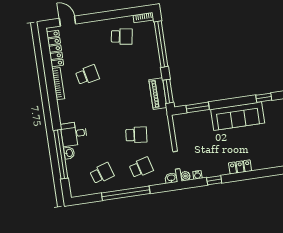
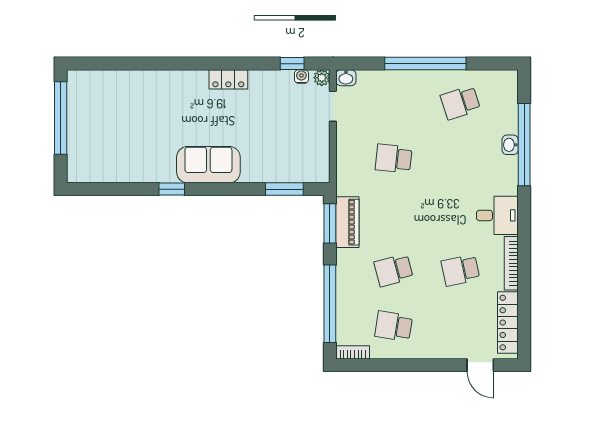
sofa: (238, 116) -> (208, 165), width x0.73
desk: (74, 134) -> (497, 215), moved
school desk: (141, 168) -> (394, 270), moved
window: (214, 180) -> (292, 64), moved

